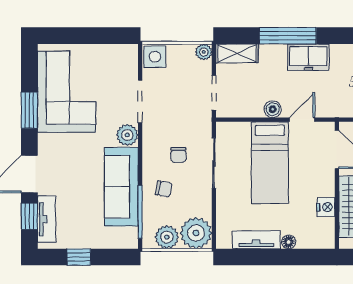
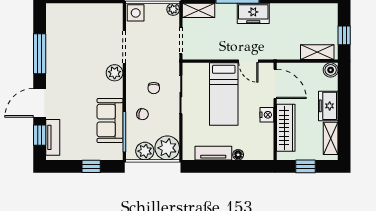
corner sofa: (67, 92) -> (68, 40), removed
boiler: (273, 109) -> (226, 53), removed
window: (29, 110) -> (40, 54), width x1.44
door: (302, 120) -> (248, 61), swing flipped
sofa: (121, 187) -> (110, 121), width x0.73
nightstand: (326, 207) -> (267, 115), moved
window: (79, 257) -> (91, 166), moved

